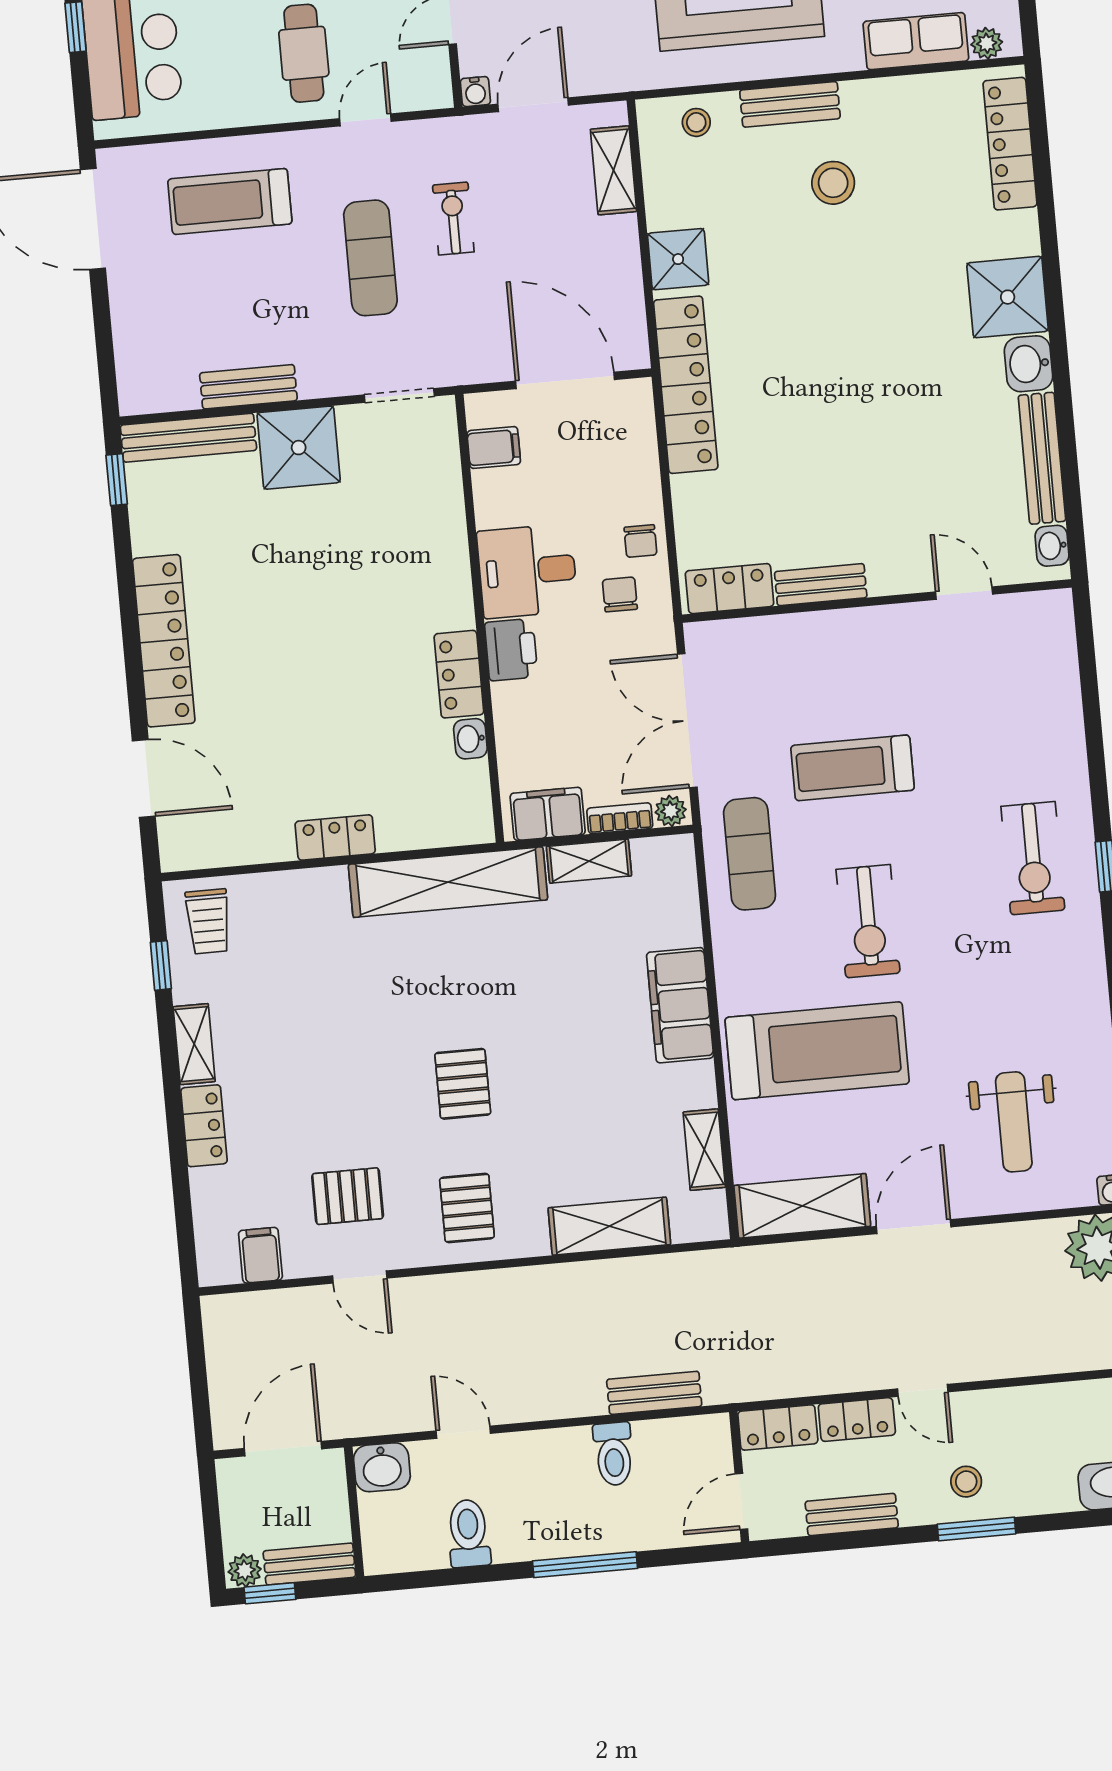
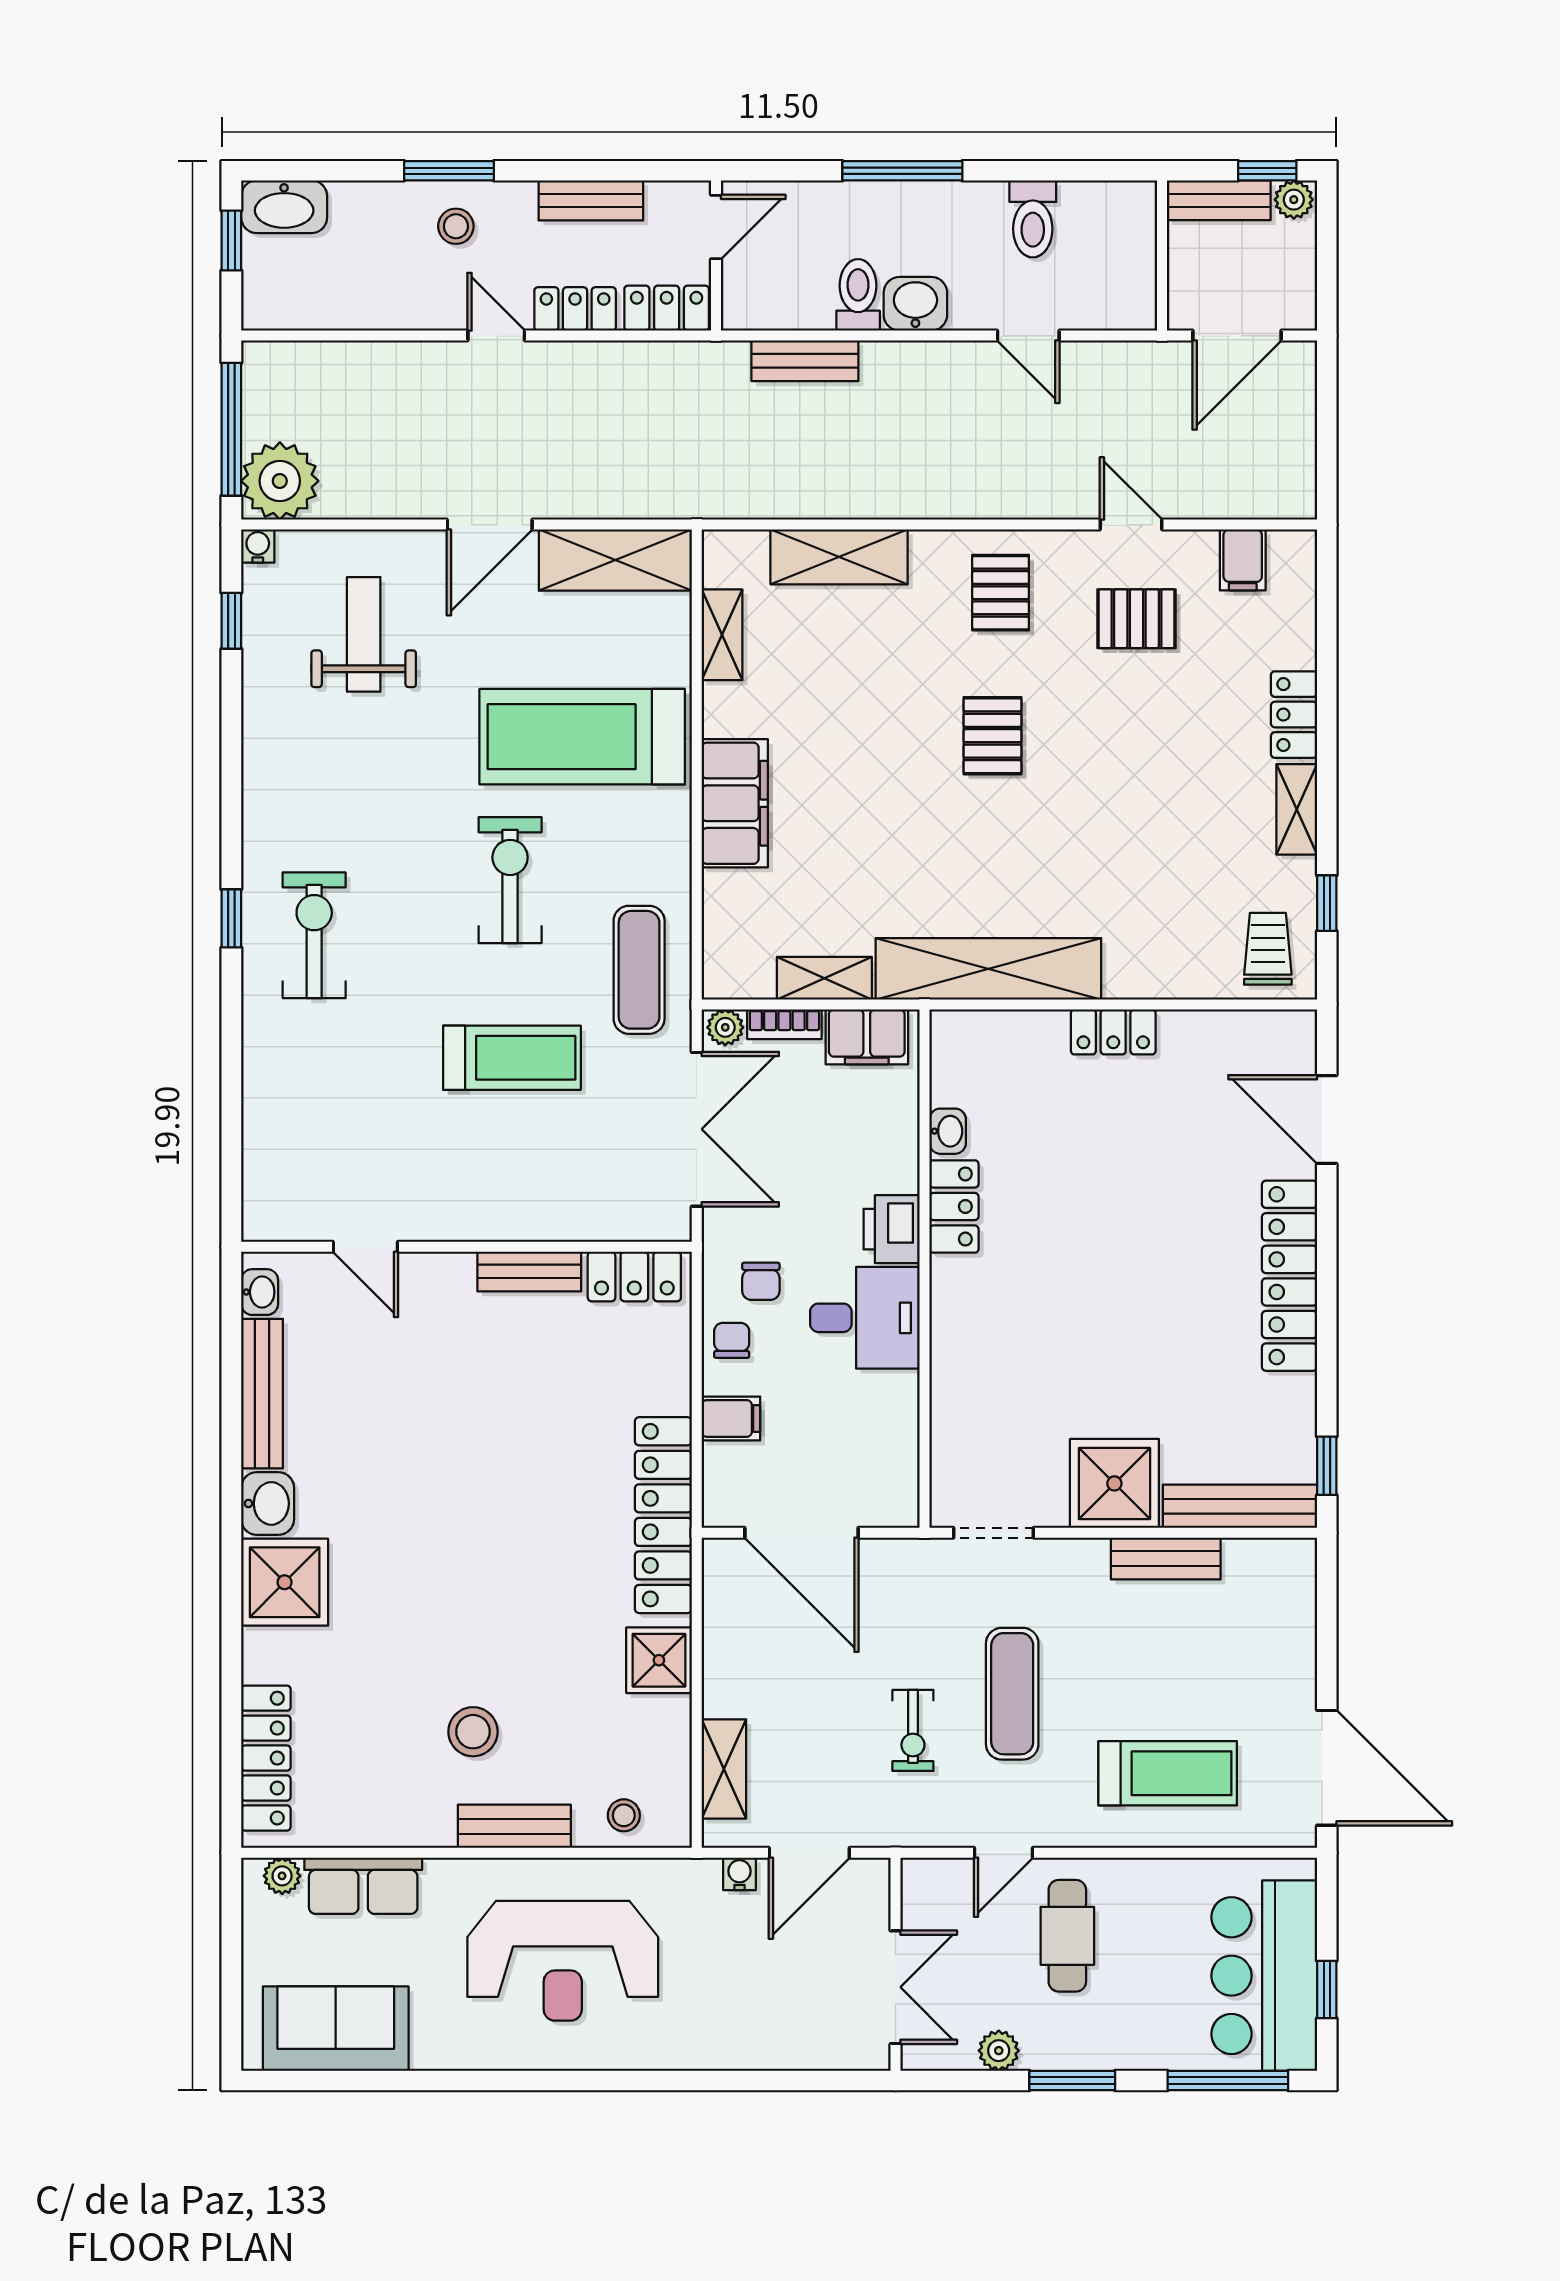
water cooler: (475, 92) -> (739, 1874), moved
filing cabinet: (494, 448) -> (731, 1418), moved, turned 180
washbasin: (382, 1467) -> (915, 304), moved

